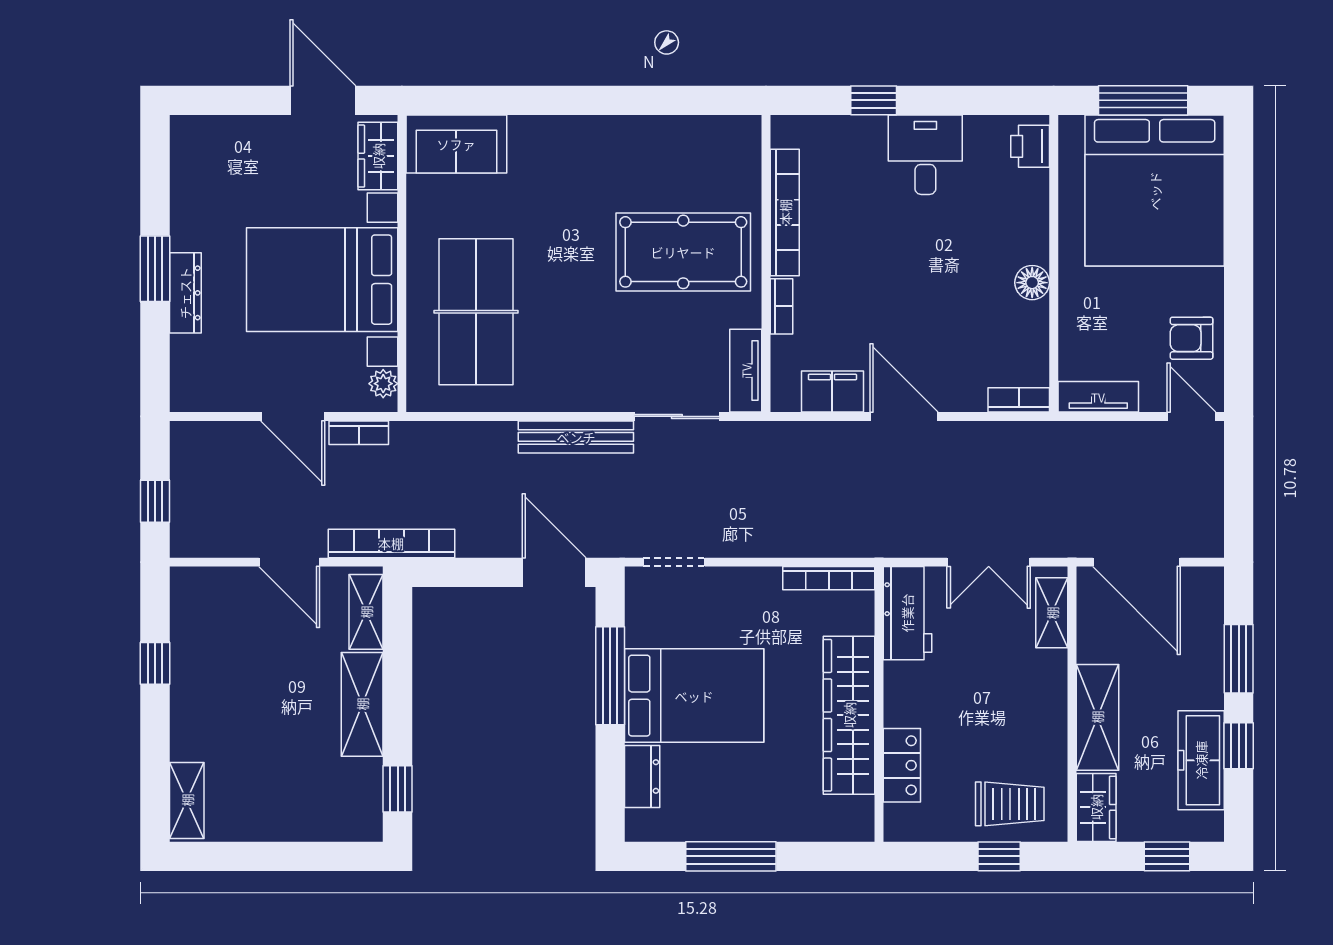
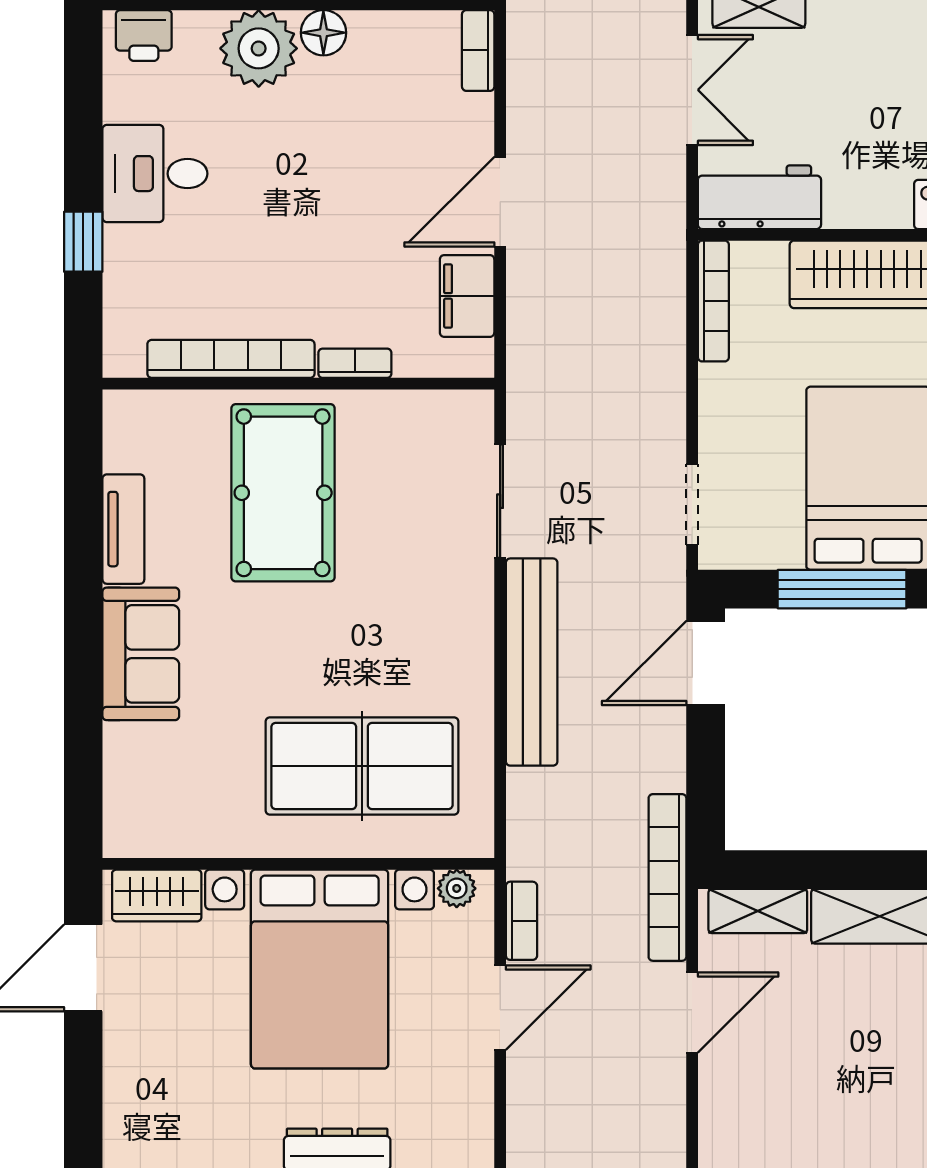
sofa: (456, 144) -> (141, 654), moved
plant: (1020, 233) -> (259, 48), added
tv unit: (746, 371) -> (123, 529), moved, turned -90
bench: (576, 437) -> (532, 662), width x1.37, depth x1.21

